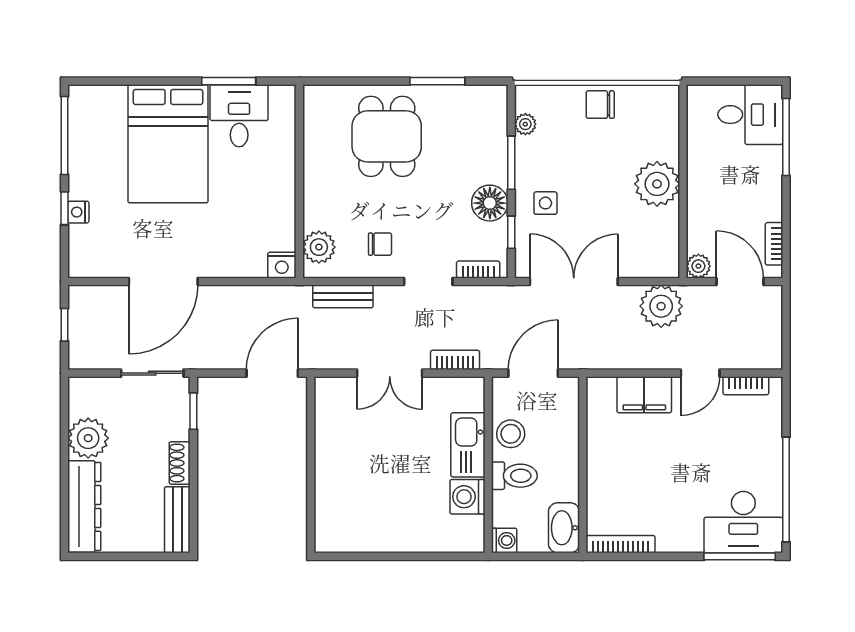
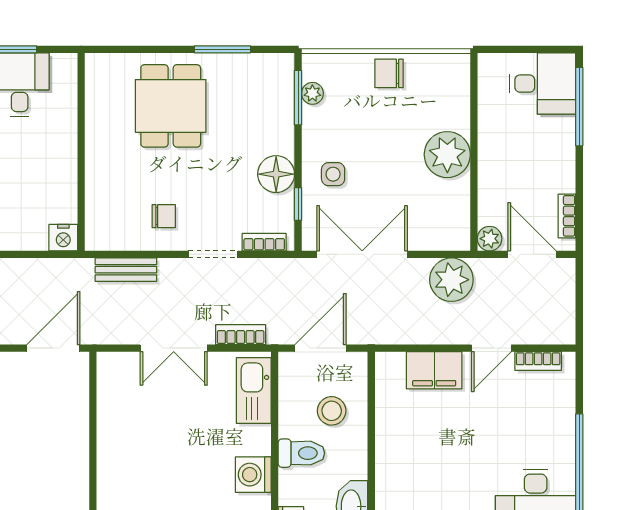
window: (511, 163) -> (298, 98), moved
plant: (319, 247) -> (101, 219), removed
stool: (511, 434) -> (332, 411), moved
kitchen sink: (468, 445) -> (254, 391), moved

